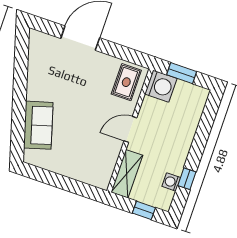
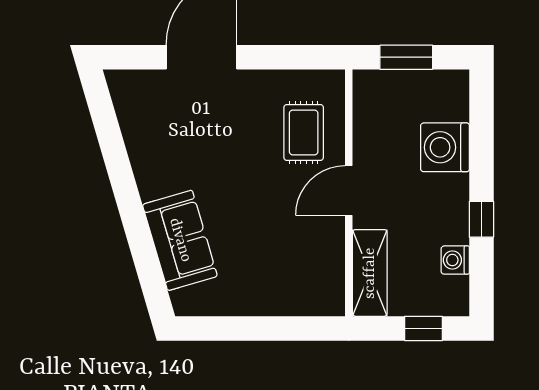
rug: (126, 82) -> (304, 132), moved
washing machine: (161, 86) -> (445, 147), moved, turned 180
window: (187, 179) -> (481, 219), moved

